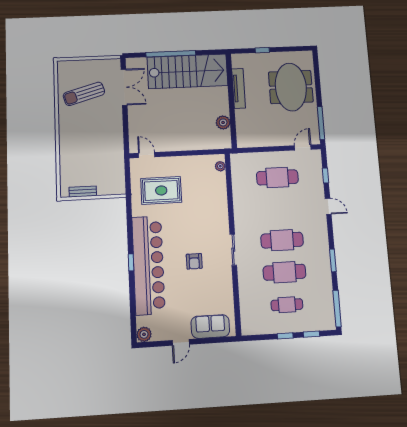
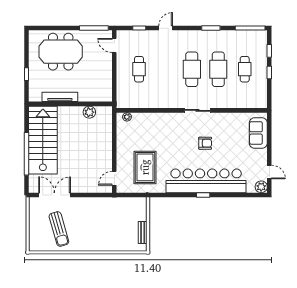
cafe table: (277, 177) -> (139, 69), width x0.73, depth x0.74
door: (181, 342) -> (269, 172), moved

